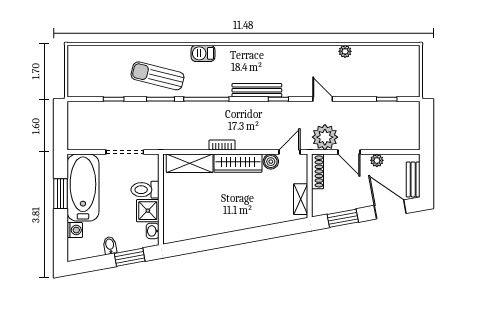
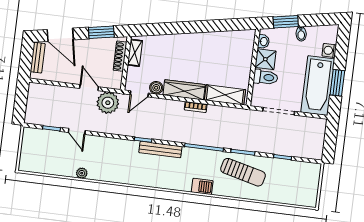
door: (323, 99) -> (77, 131), moved
plant: (377, 160) -> (66, 78), removed
shoe rack: (317, 171) -> (120, 56), moved

